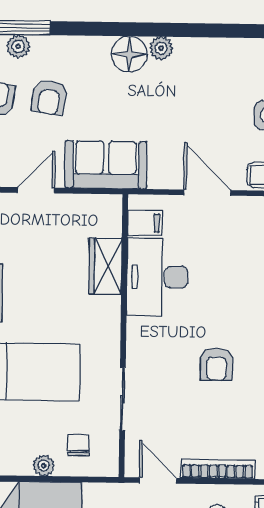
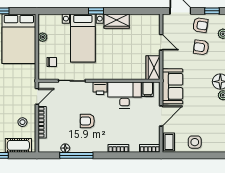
sofa: (106, 165) -> (173, 86), moved
wardrobe: (105, 266) -> (153, 68), moved, turned -90
printer: (141, 334) -> (100, 88), added
plant: (44, 466) -> (43, 37), moved

